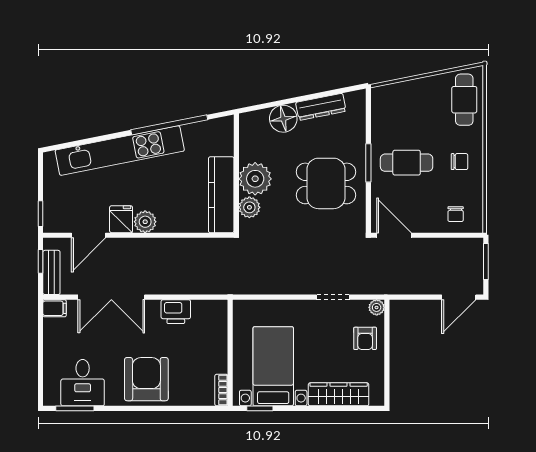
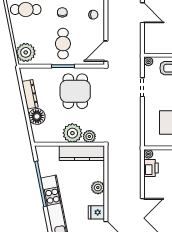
plant: (392, 100) -> (26, 52), added
plant: (145, 222) -> (98, 188), moved
plant: (220, 307) -> (148, 154), added
printer: (176, 312) -> (151, 168), moved

